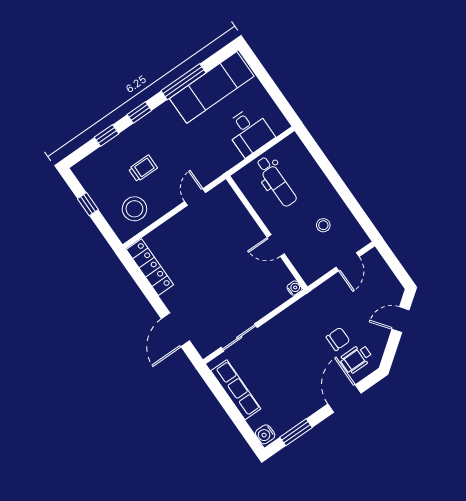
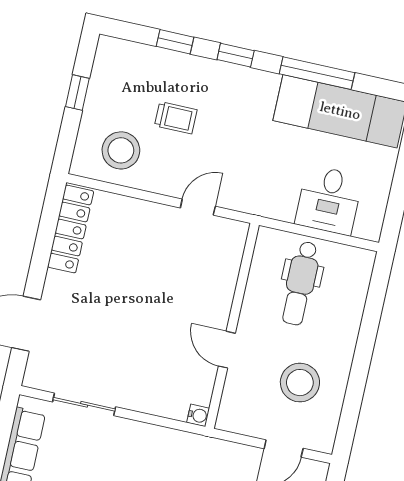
stool: (323, 225) -> (300, 383), width x1.89, depth x1.89

